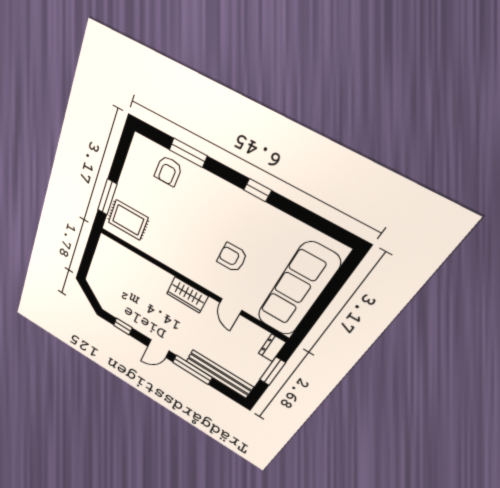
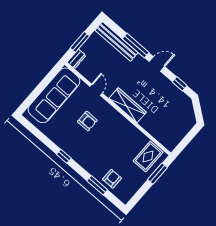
rug: (128, 220) -> (148, 157), turned 90
wardrobe: (187, 295) -> (128, 105), width x1.50

